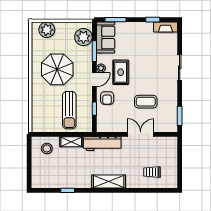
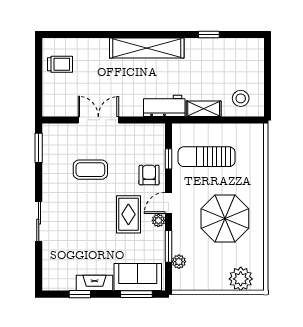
fireplace: (166, 27) -> (94, 283), moved
plant: (83, 37) -> (179, 262), width x0.53, depth x0.53
sofa: (106, 37) -> (138, 277), moved, turned 90
sun lounger: (69, 110) -> (207, 157), turned -90
double door: (141, 134) -> (98, 120), swing flipped
workbench: (102, 144) -> (164, 106), width x0.73
trolley: (152, 172) -> (60, 64), moved
shelving: (109, 182) -> (147, 48), width x1.47

